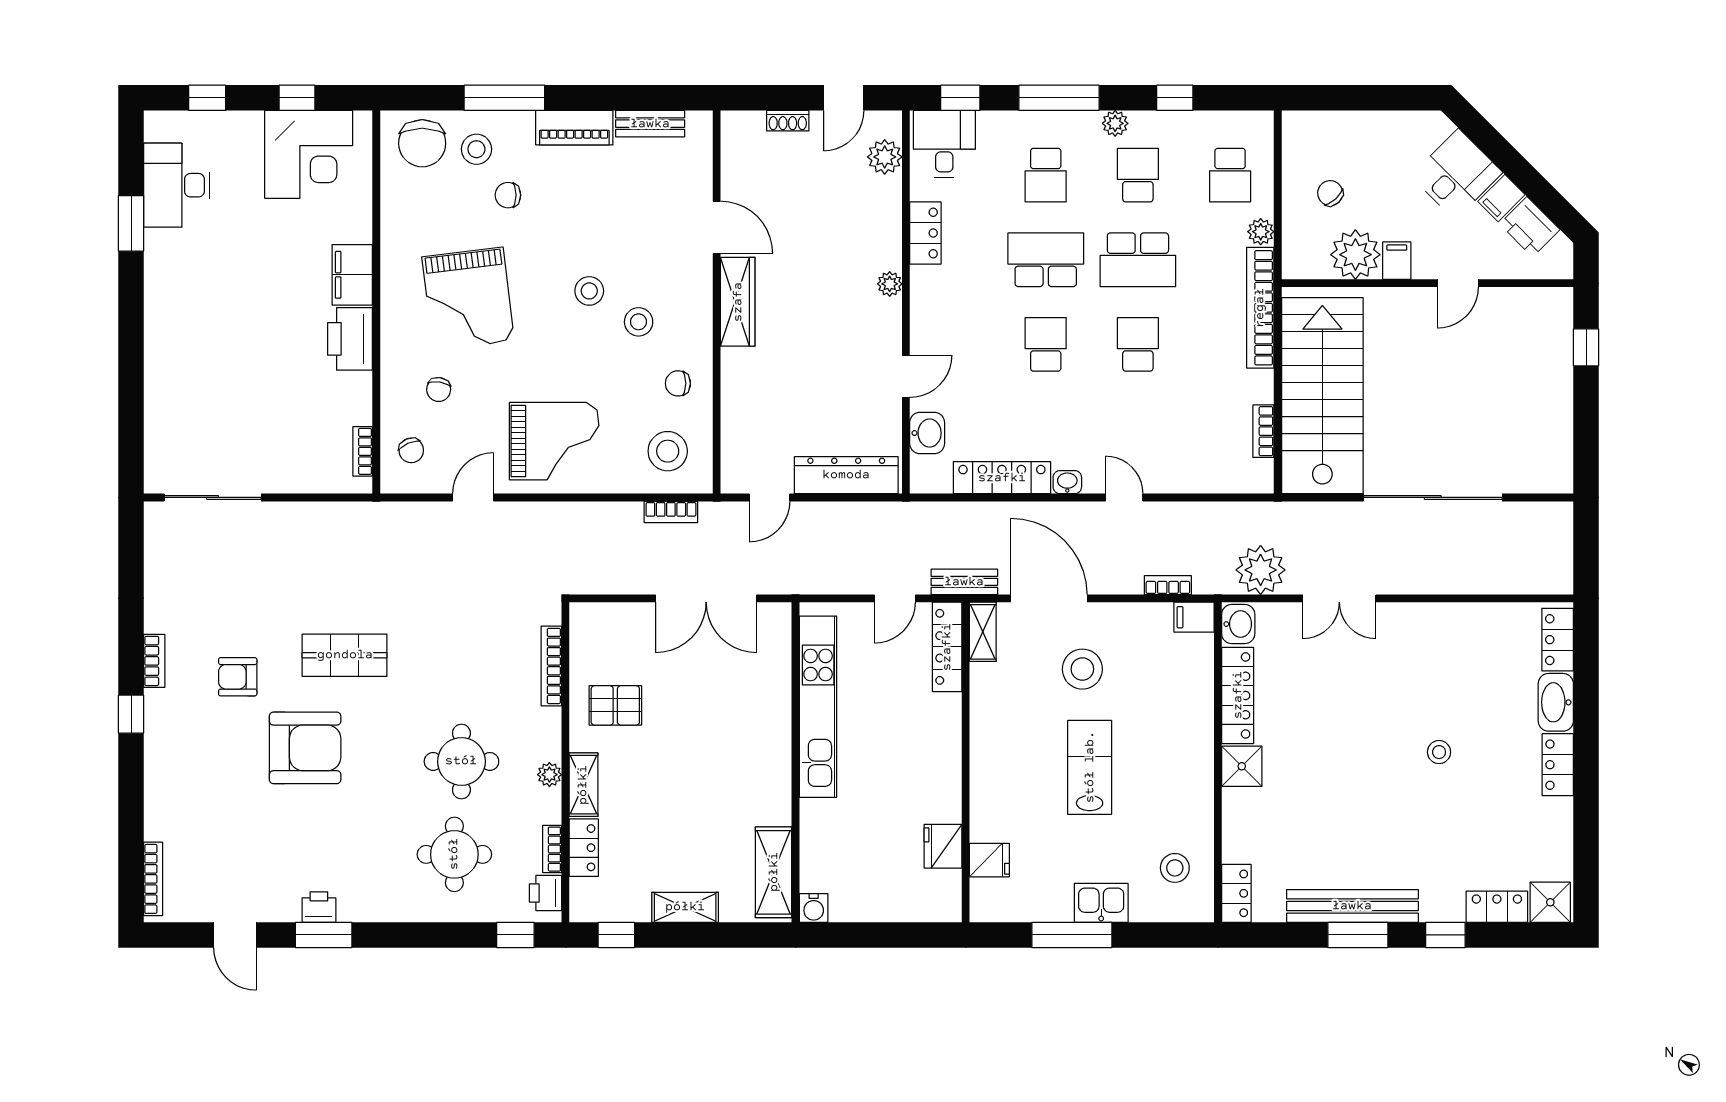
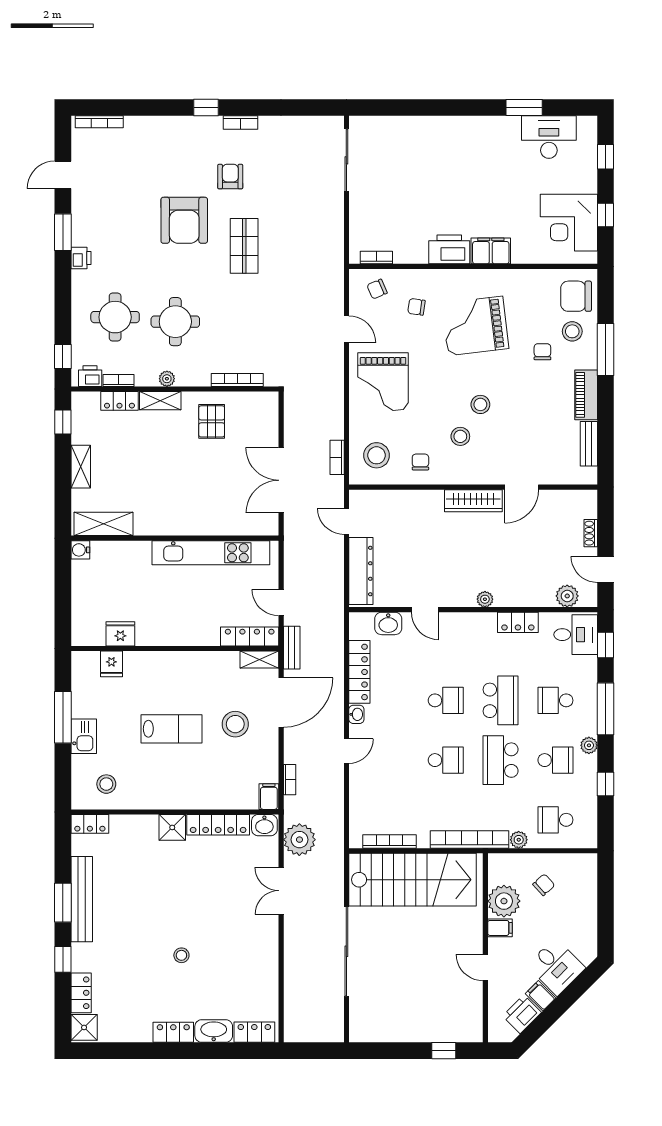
bookcase: (1263, 431) -> (389, 842), width x1.56
printer: (319, 907) -> (81, 258), moved

